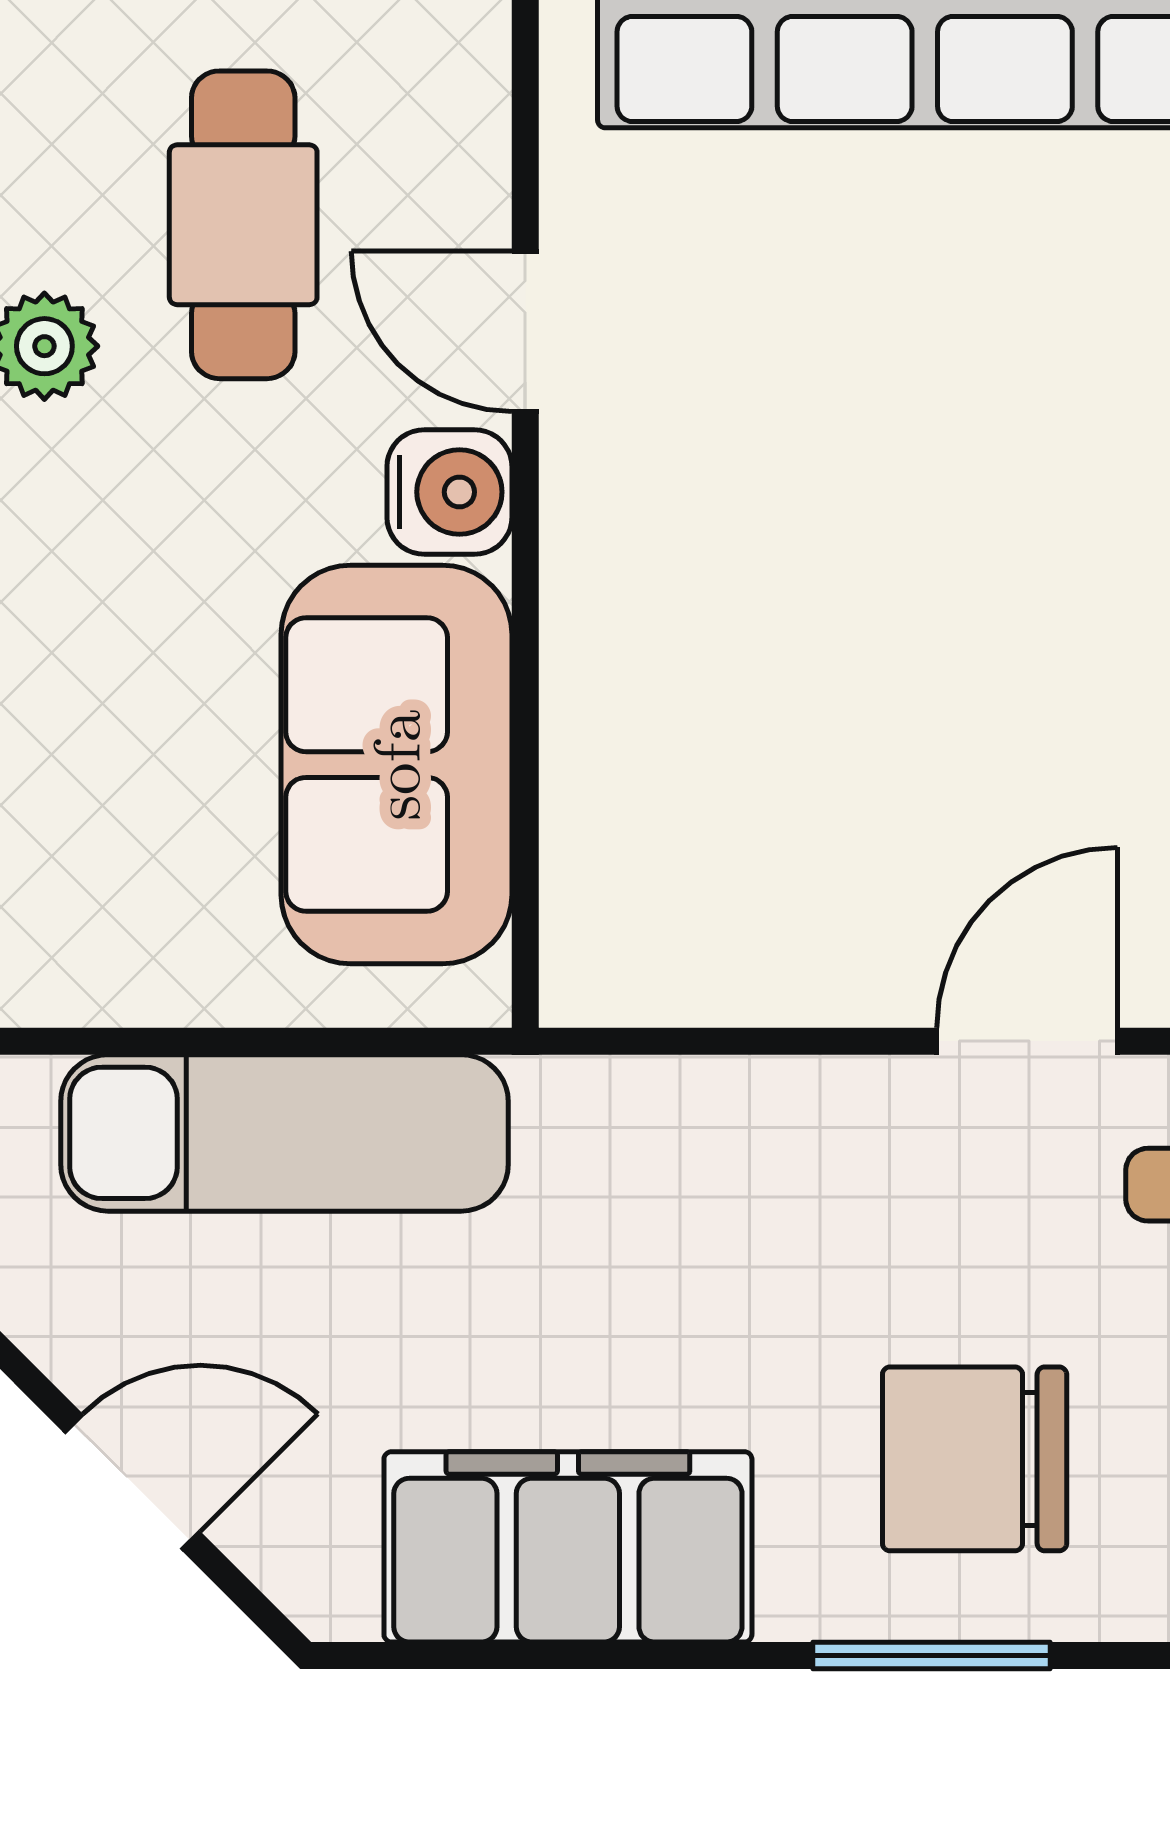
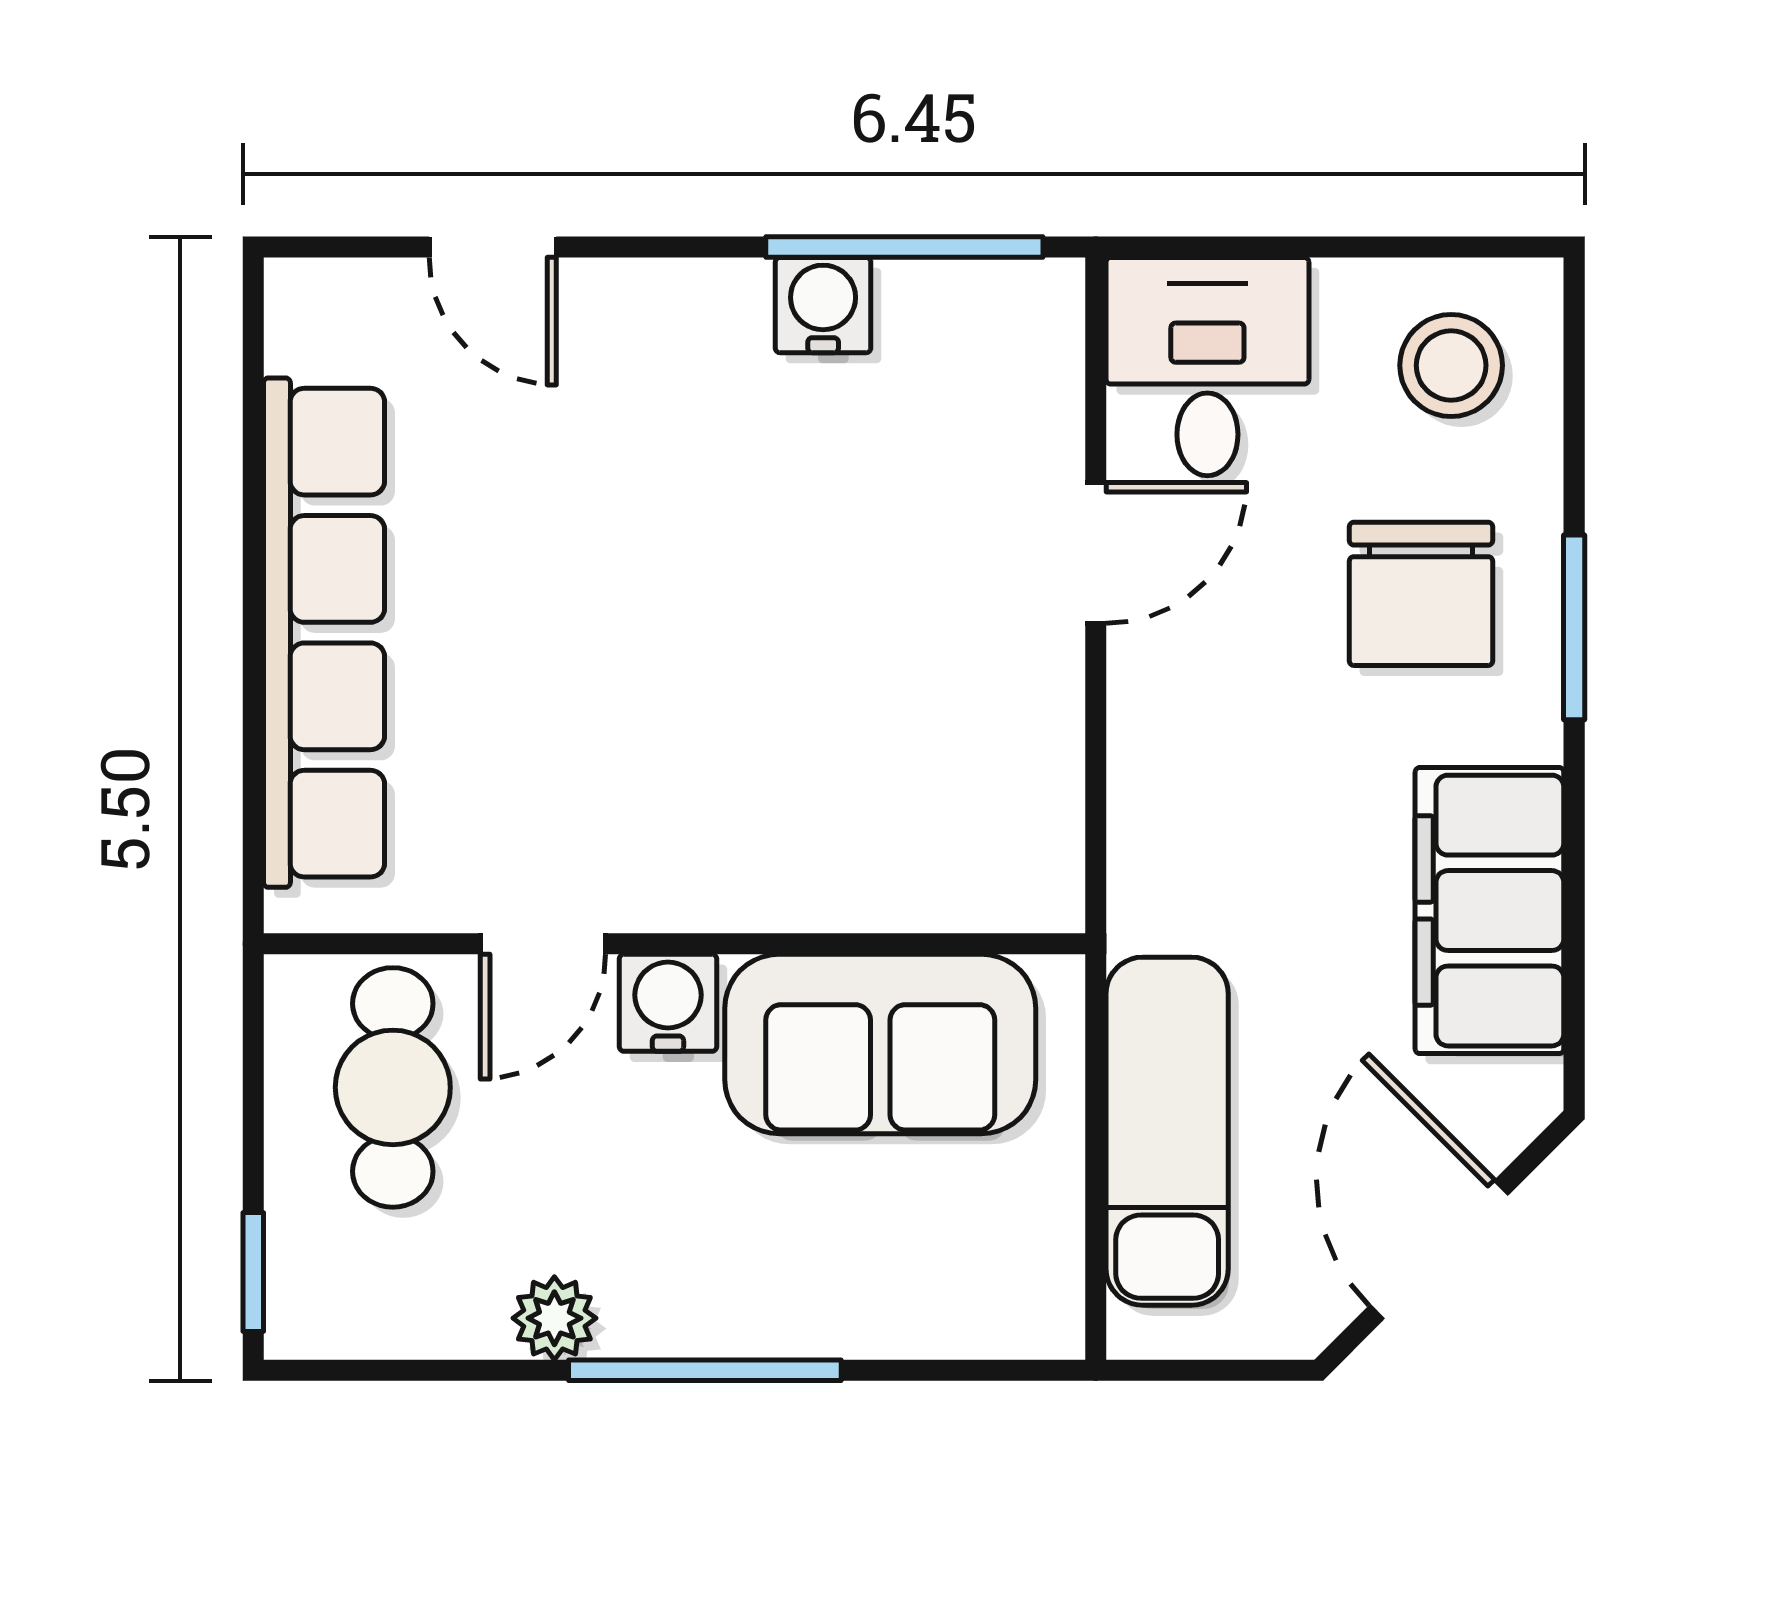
cafe table: (243, 225) -> (393, 1087), moved, turned 90
door: (1027, 1041) -> (1096, 553), swing flipped
door: (132, 1482) -> (1439, 1250), width x1.38

